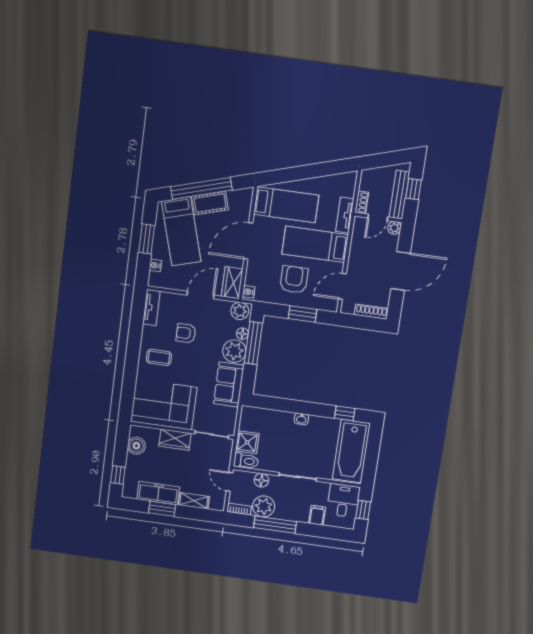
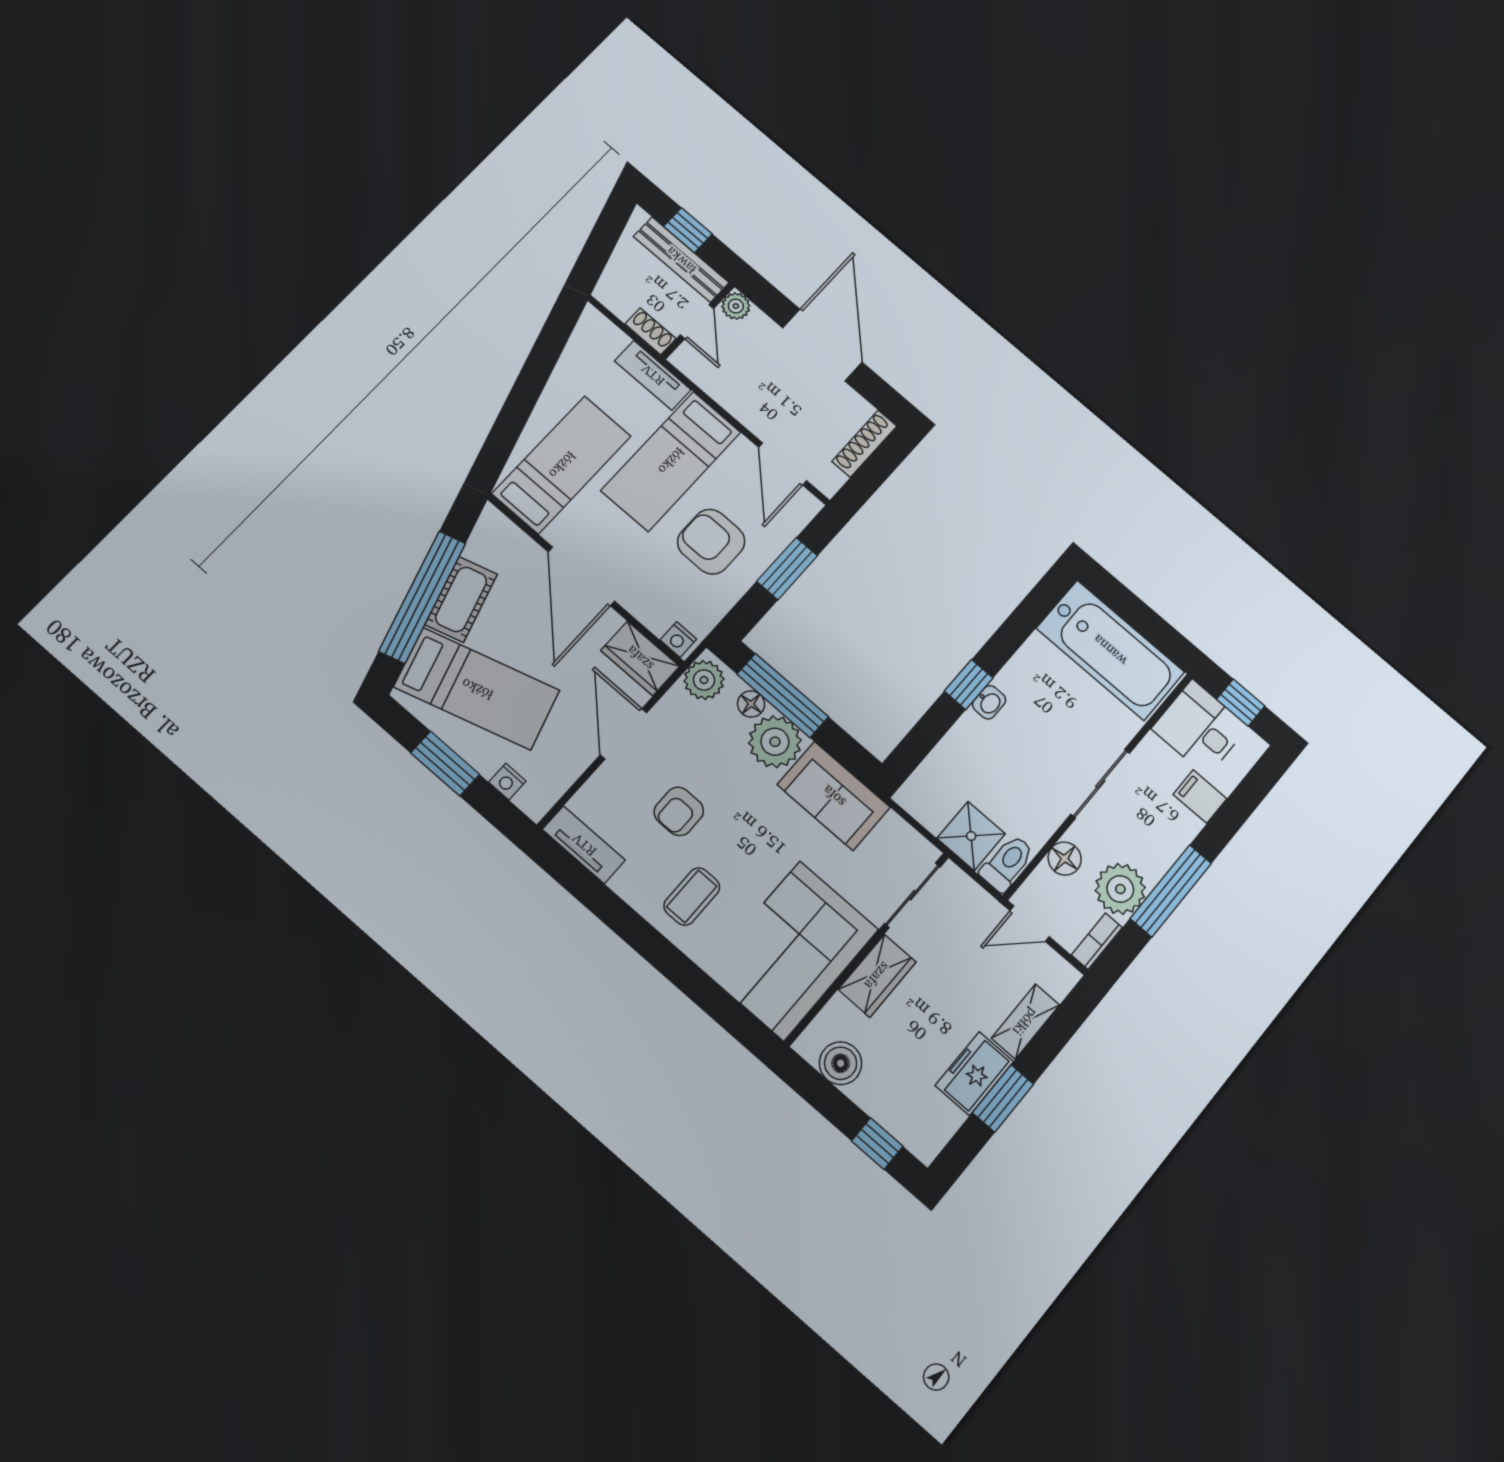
window: (345, 413) -> (969, 685), moved
freezer: (158, 493) -> (974, 1074), width x0.71

